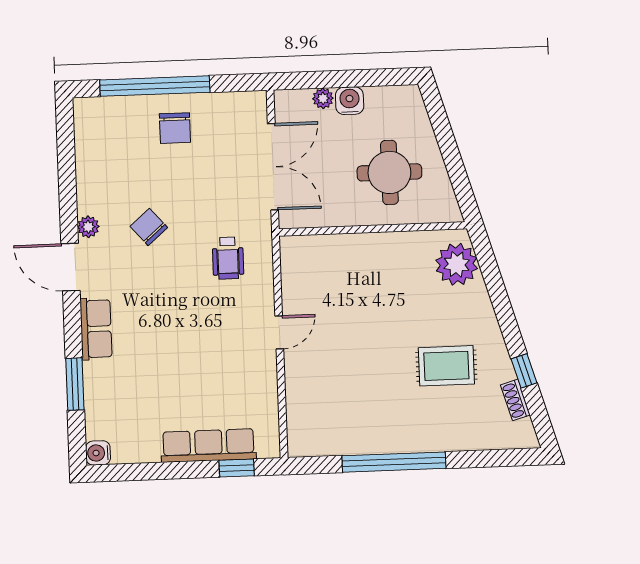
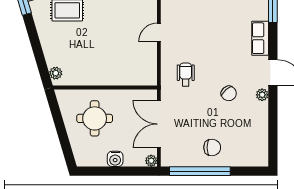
window: (155, 86) -> (200, 171), moved
plant: (323, 98) -> (151, 161), moved
chair: (175, 128) -> (212, 147), turned 90
plant: (457, 264) -> (56, 73), width x0.53, depth x0.53

